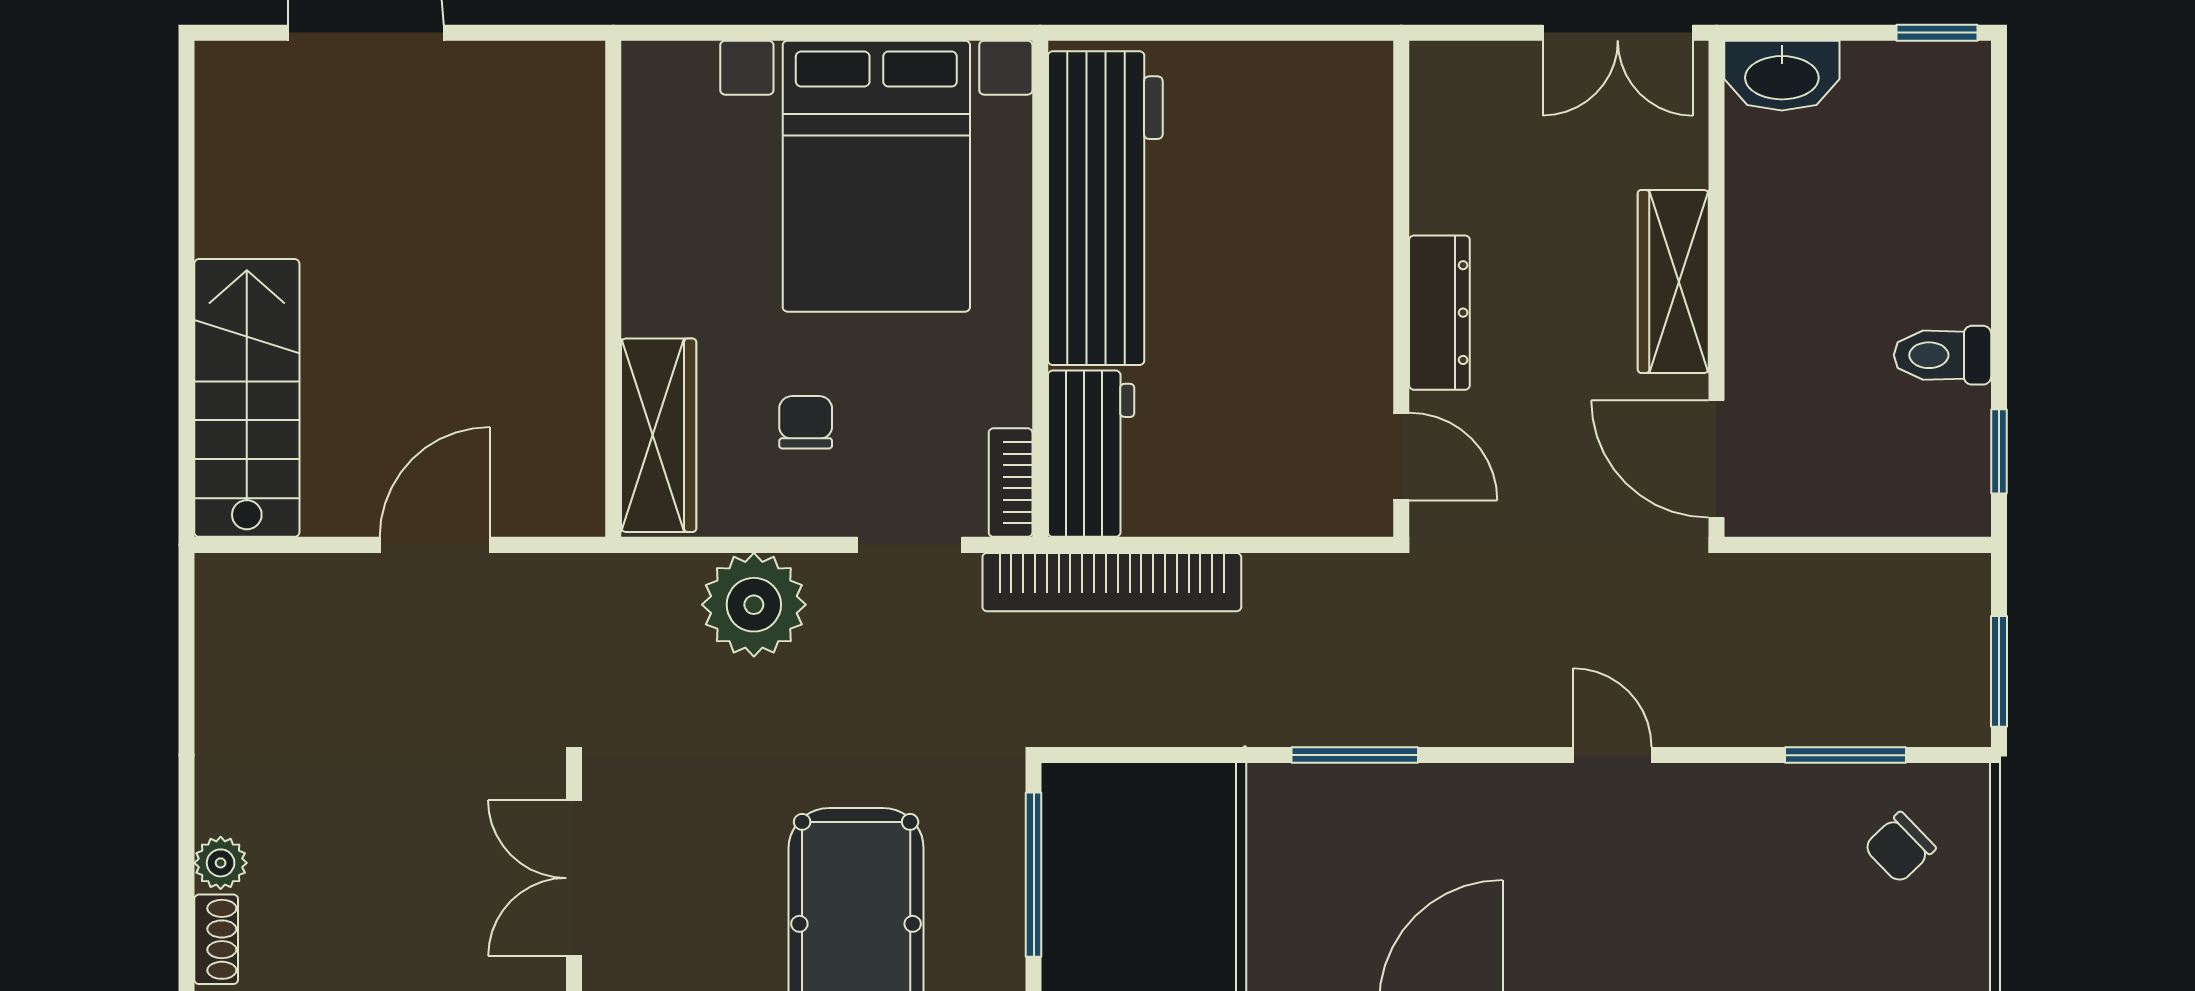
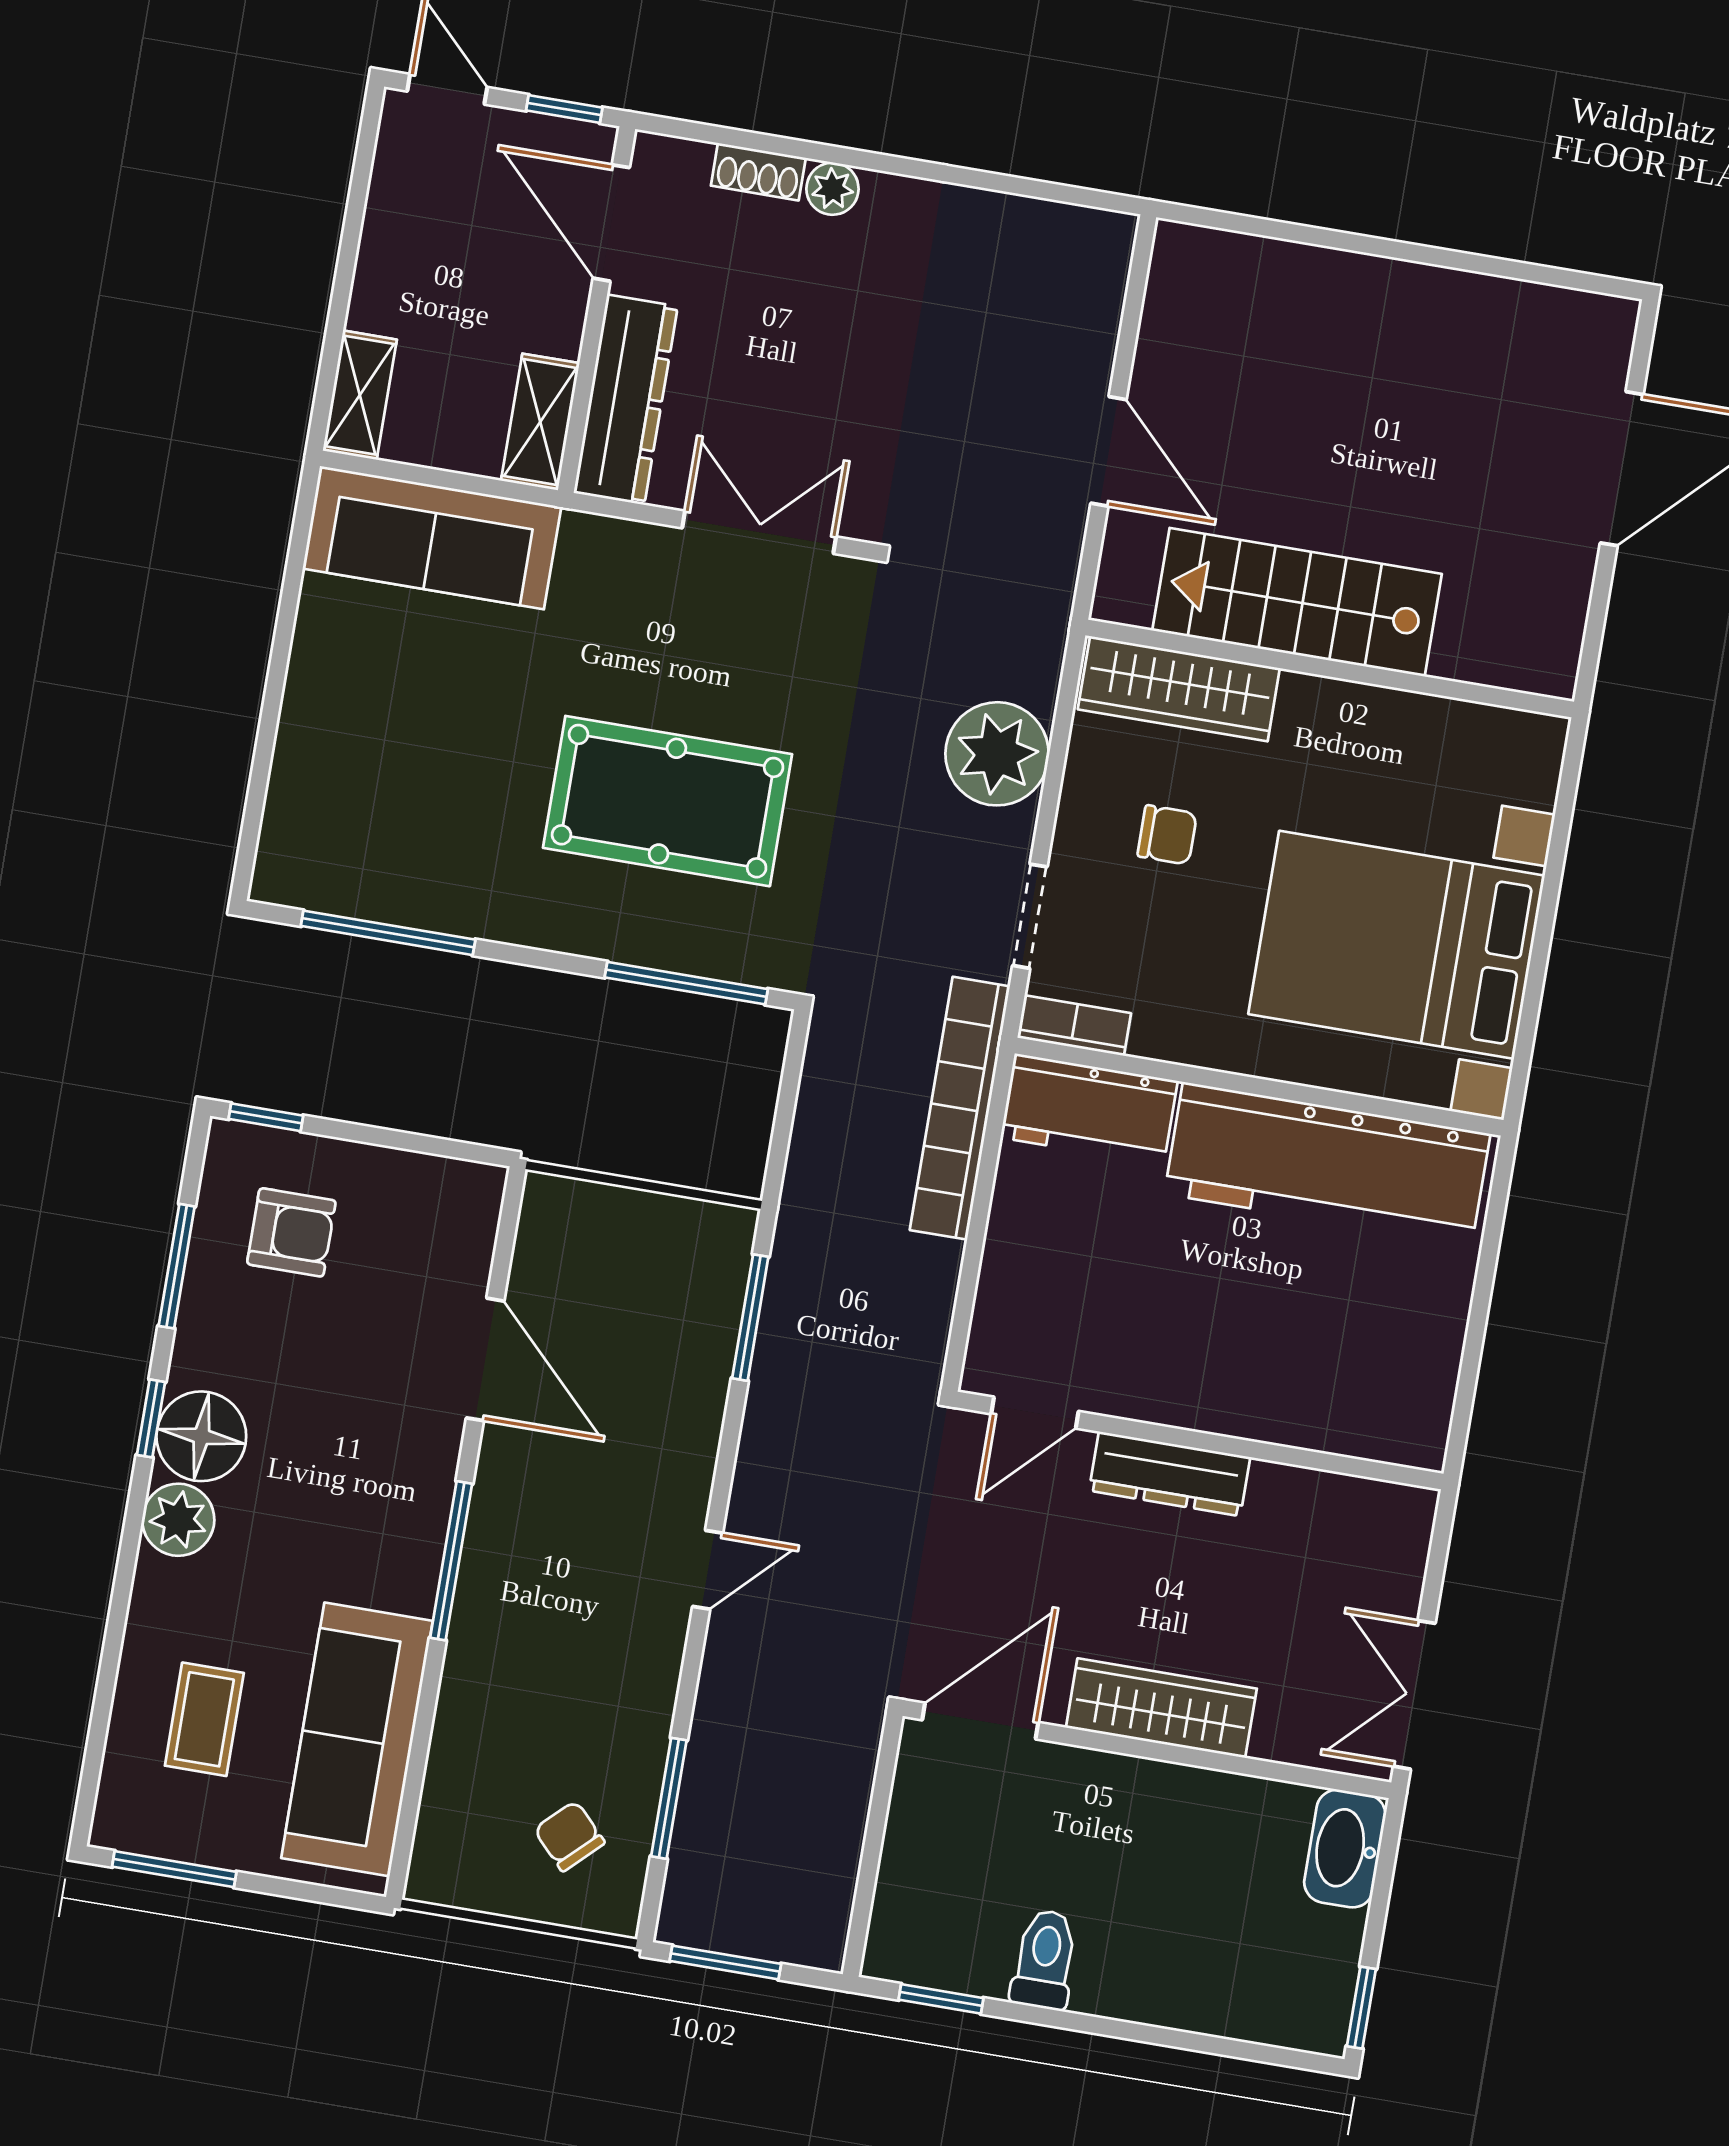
stairs: (247, 398) -> (1297, 602), moved, turned 180

